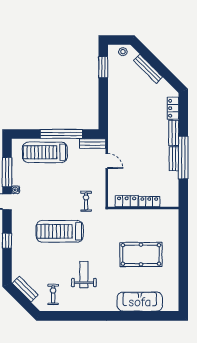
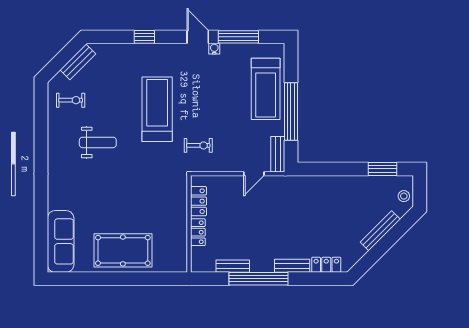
treadmill: (45, 152) -> (266, 89), turned 180
bench: (174, 159) -> (233, 266), moved
pool table: (141, 254) -> (123, 250), moved, turned 90
sofa: (140, 302) -> (61, 241), moved

